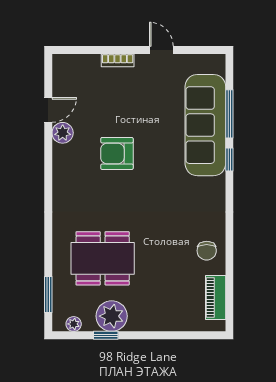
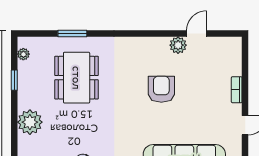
door: (48, 110) -> (197, 34), swing flipped
window: (48, 294) -> (72, 34), moved
plant: (112, 316) -> (30, 122), moved

